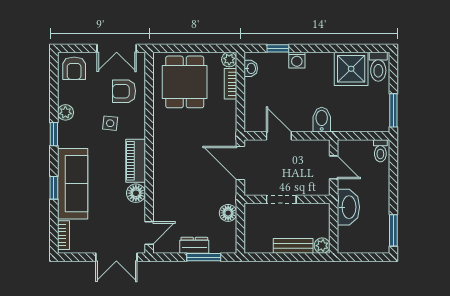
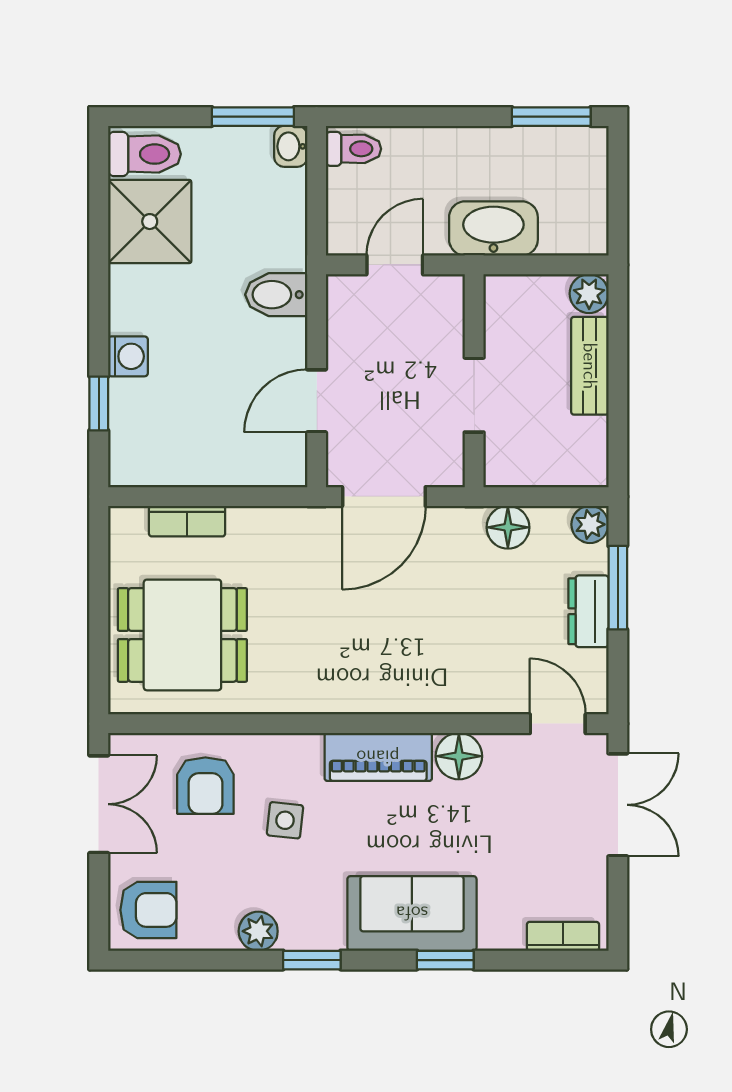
plant: (229, 59) -> (590, 524), moved
washbasin: (251, 68) -> (291, 146), moved, turned -90
sofa: (73, 184) -> (412, 913), width x0.73

